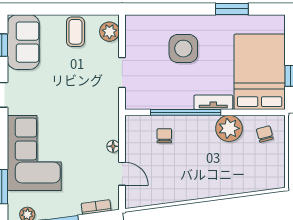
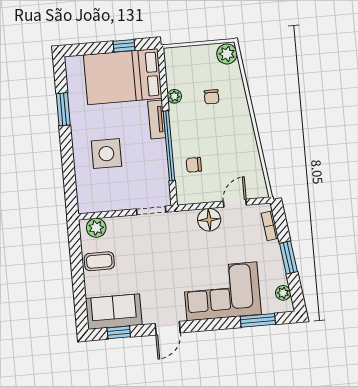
doorway: (122, 72) -> (151, 210), moved
plant: (229, 128) -> (174, 96), width x0.53, depth x0.53
chair: (265, 134) -> (212, 97), moved, turned -75
floor lamp: (113, 146) -> (209, 220), width x1.89, depth x1.89
plant: (273, 179) -> (227, 54), added

